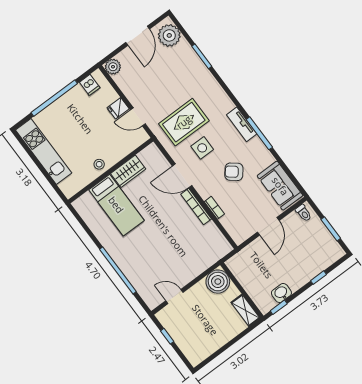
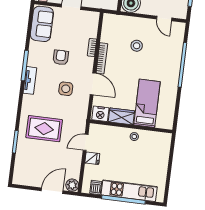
plant: (169, 35) -> (22, 172), removed
door: (138, 36) -> (52, 191), moved
door: (138, 117) -> (86, 142), swing flipped
rug: (184, 122) -> (44, 129), moved
kitchen unit: (44, 151) -> (129, 191), moved, turned 90
nightstand: (149, 155) -> (100, 114), added
armchair: (234, 172) -> (61, 57), turned -129
stool: (176, 248) -> (137, 46), added

